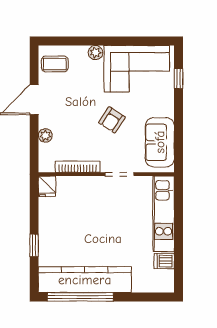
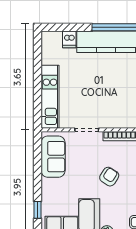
armchair: (112, 120) -> (109, 177), moved
dishwasher: (164, 261) -> (69, 39), moved, turned 90

